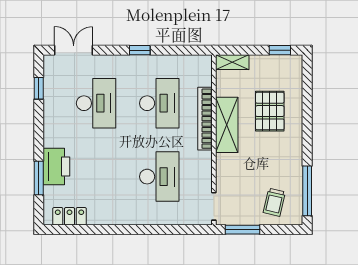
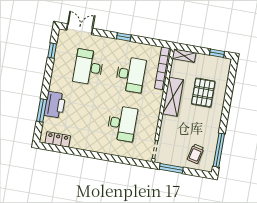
desk: (96, 103) -> (88, 67), turned 180
bookcase: (205, 119) -> (163, 68), moved

